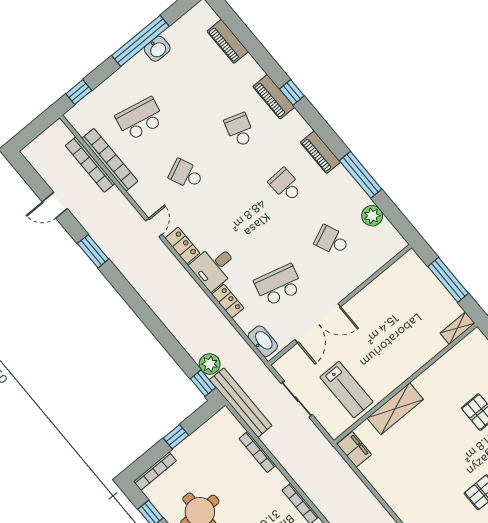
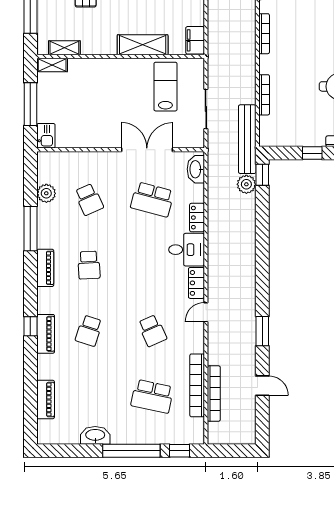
window: (140, 41) -> (131, 451), moved
washbasin: (157, 49) -> (95, 435), width x1.38
kitchen sink: (413, 264) -> (46, 136), added
shelving: (459, 351) -> (64, 48), added

